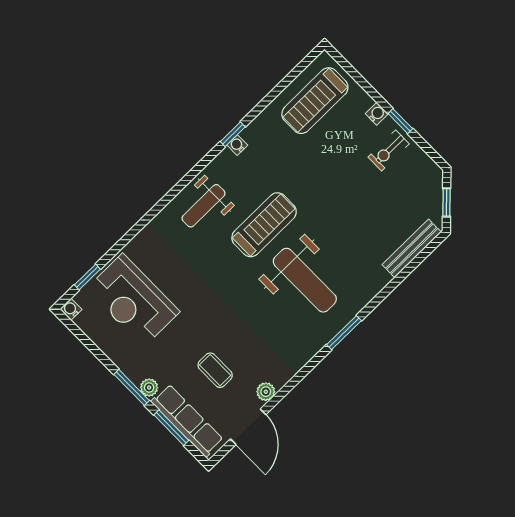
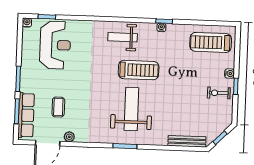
weight bench: (305, 280) -> (131, 109), turned 180
reception desk: (133, 300) -> (55, 45), turned 180
plant: (149, 388) -> (25, 86), removed

